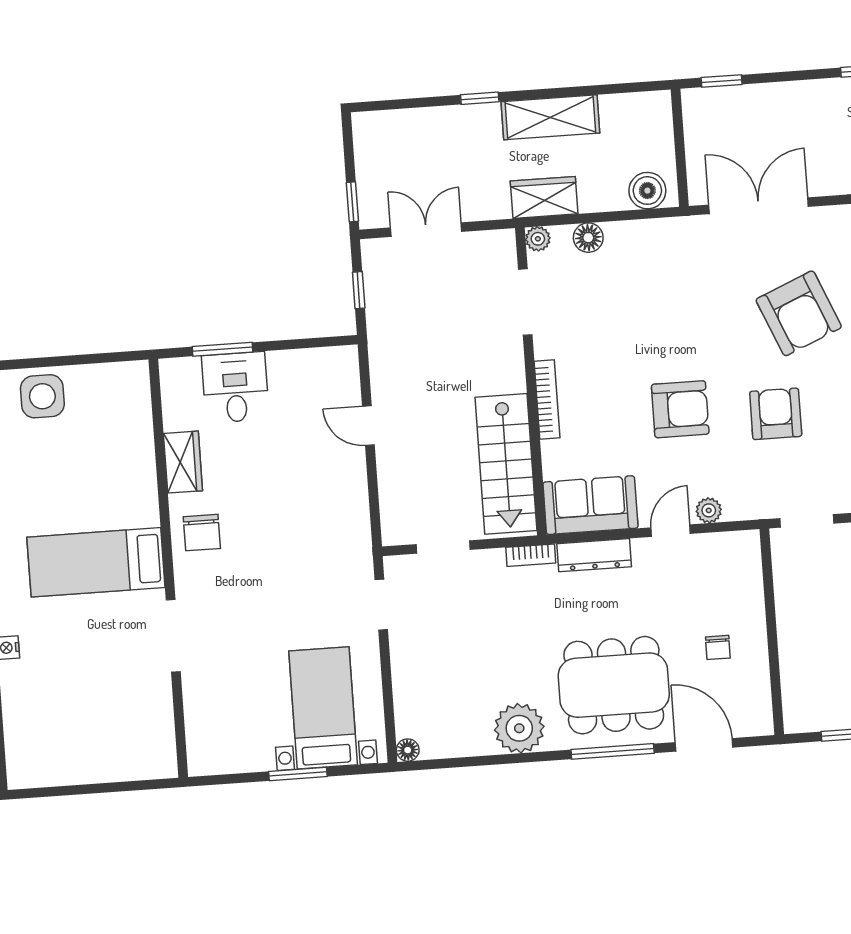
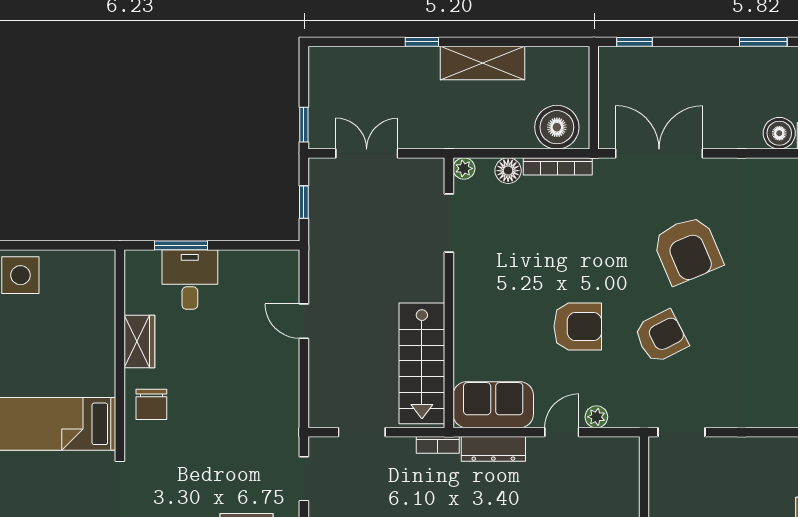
boiler: (647, 191) -> (557, 127), width x1.37, depth x1.37
wardrobe: (544, 197) -> (472, 133), removed
bookcase: (547, 399) -> (558, 166), moved, turned 90
armchair: (776, 414) -> (661, 337), turned 63

